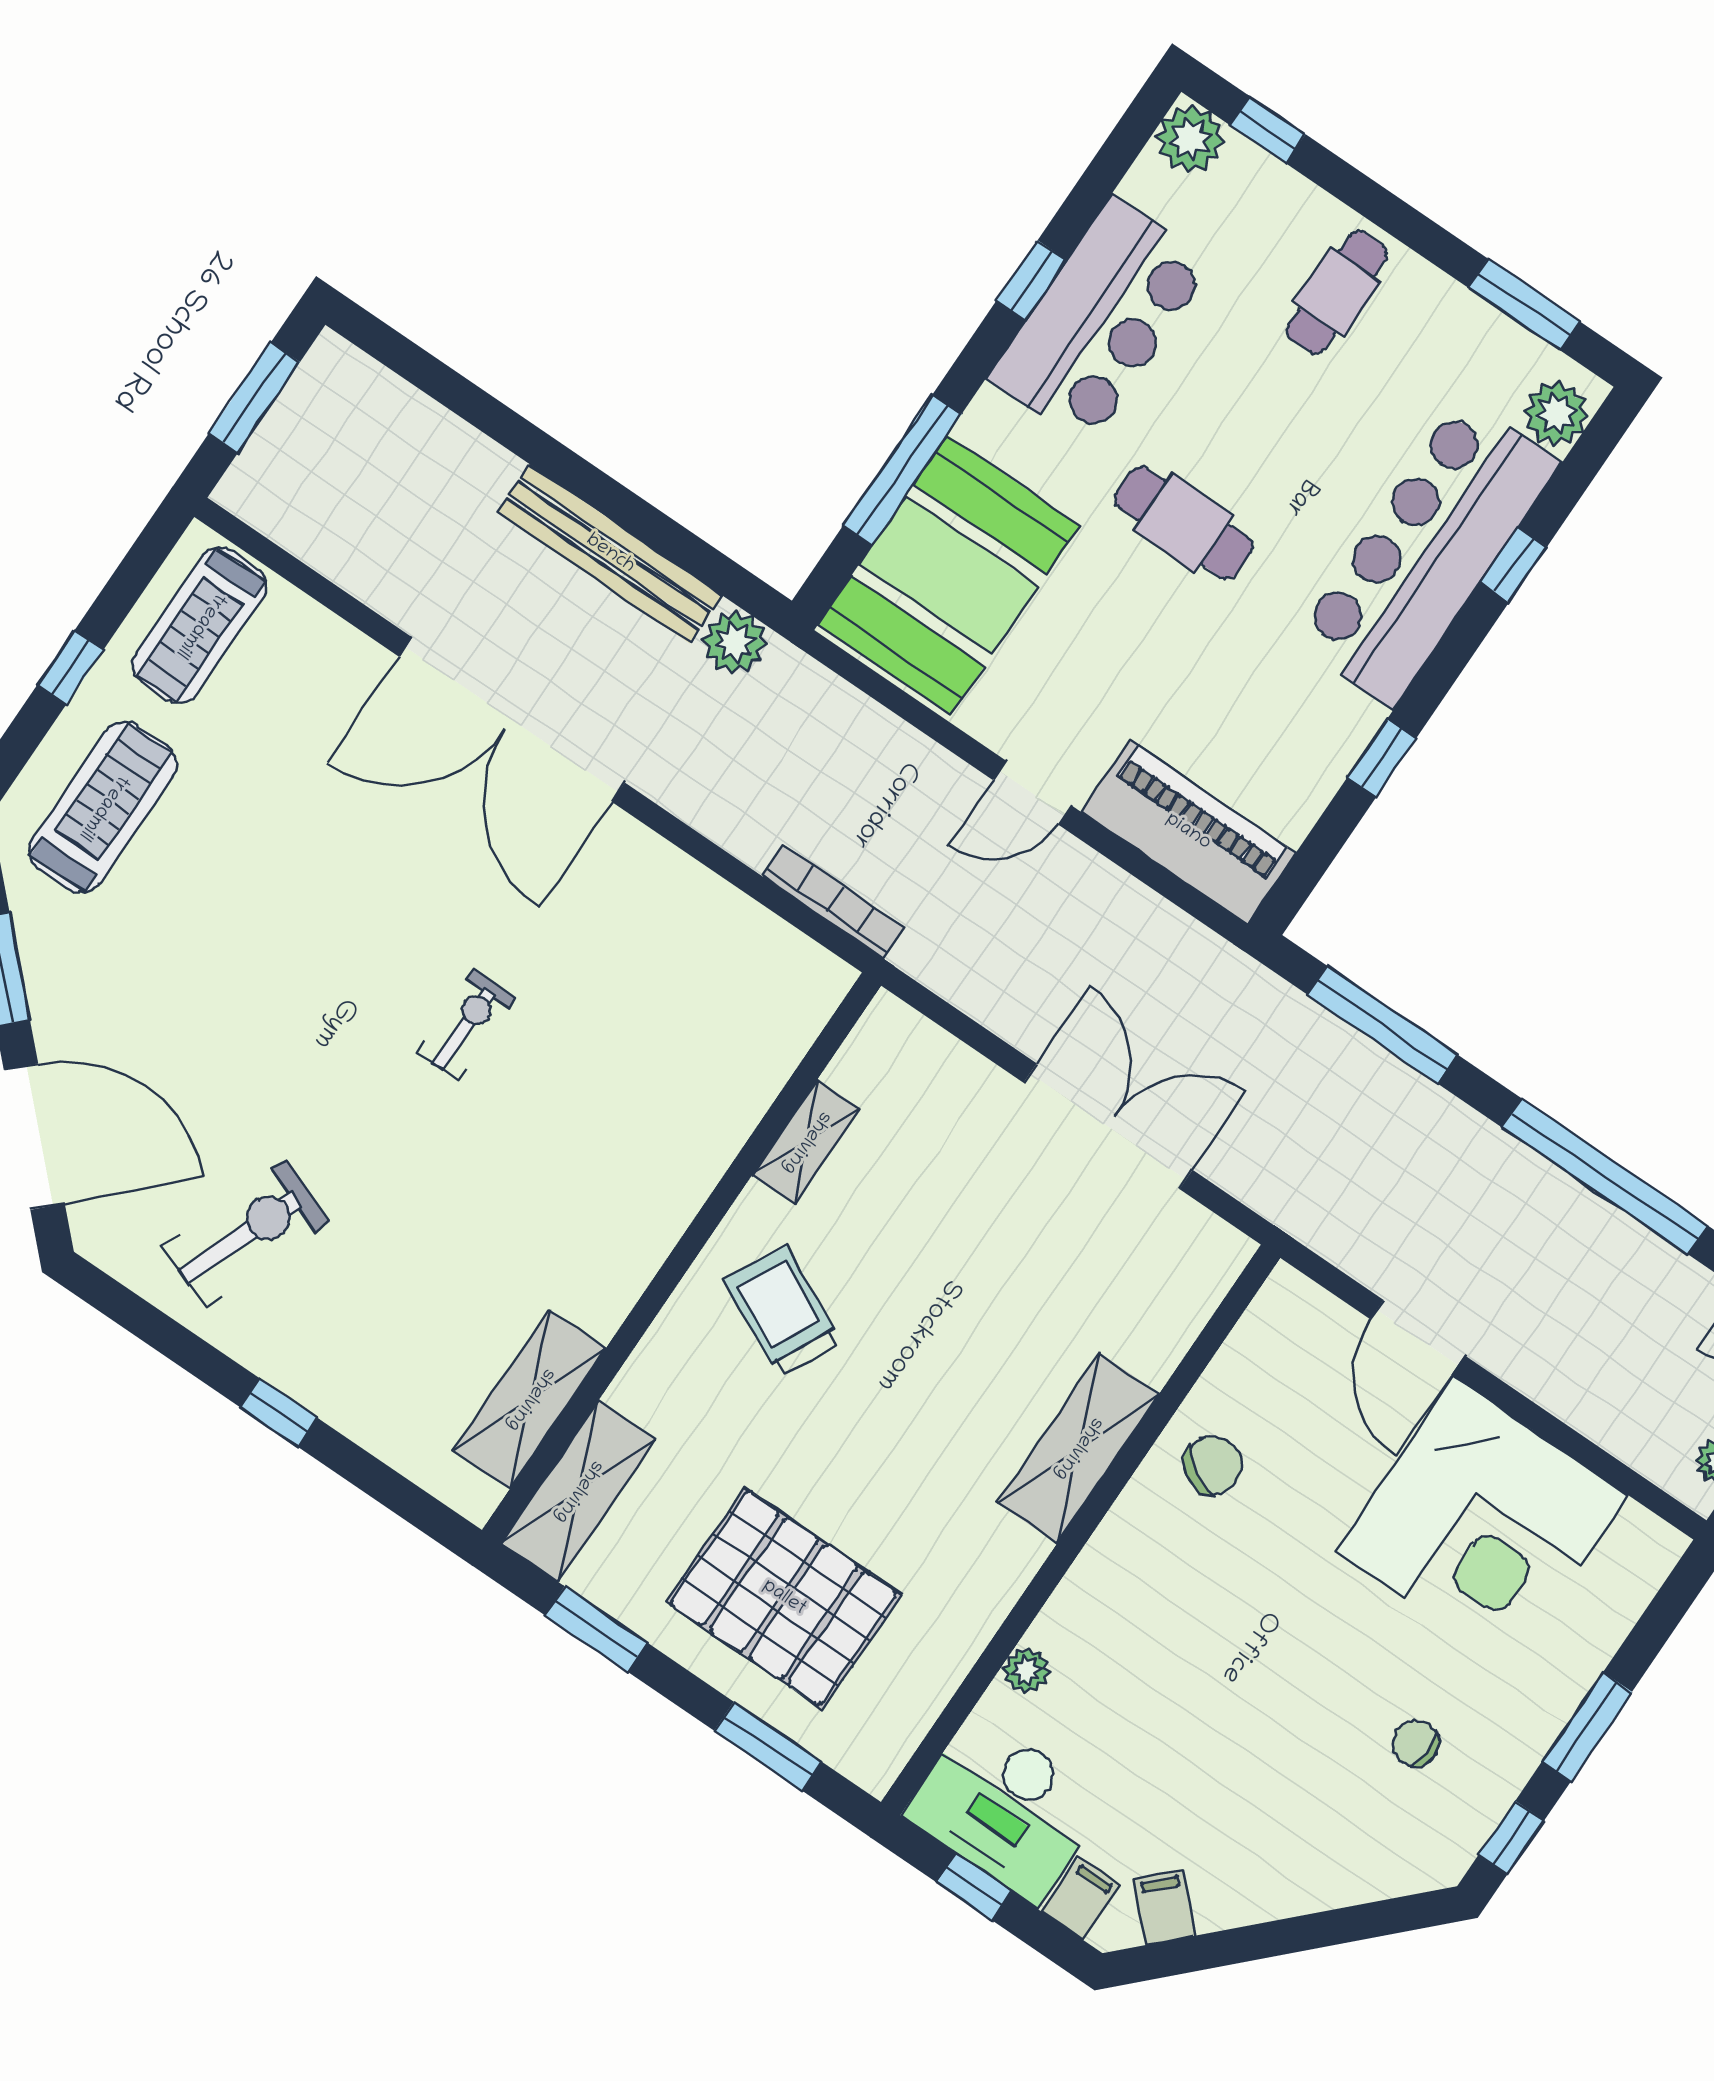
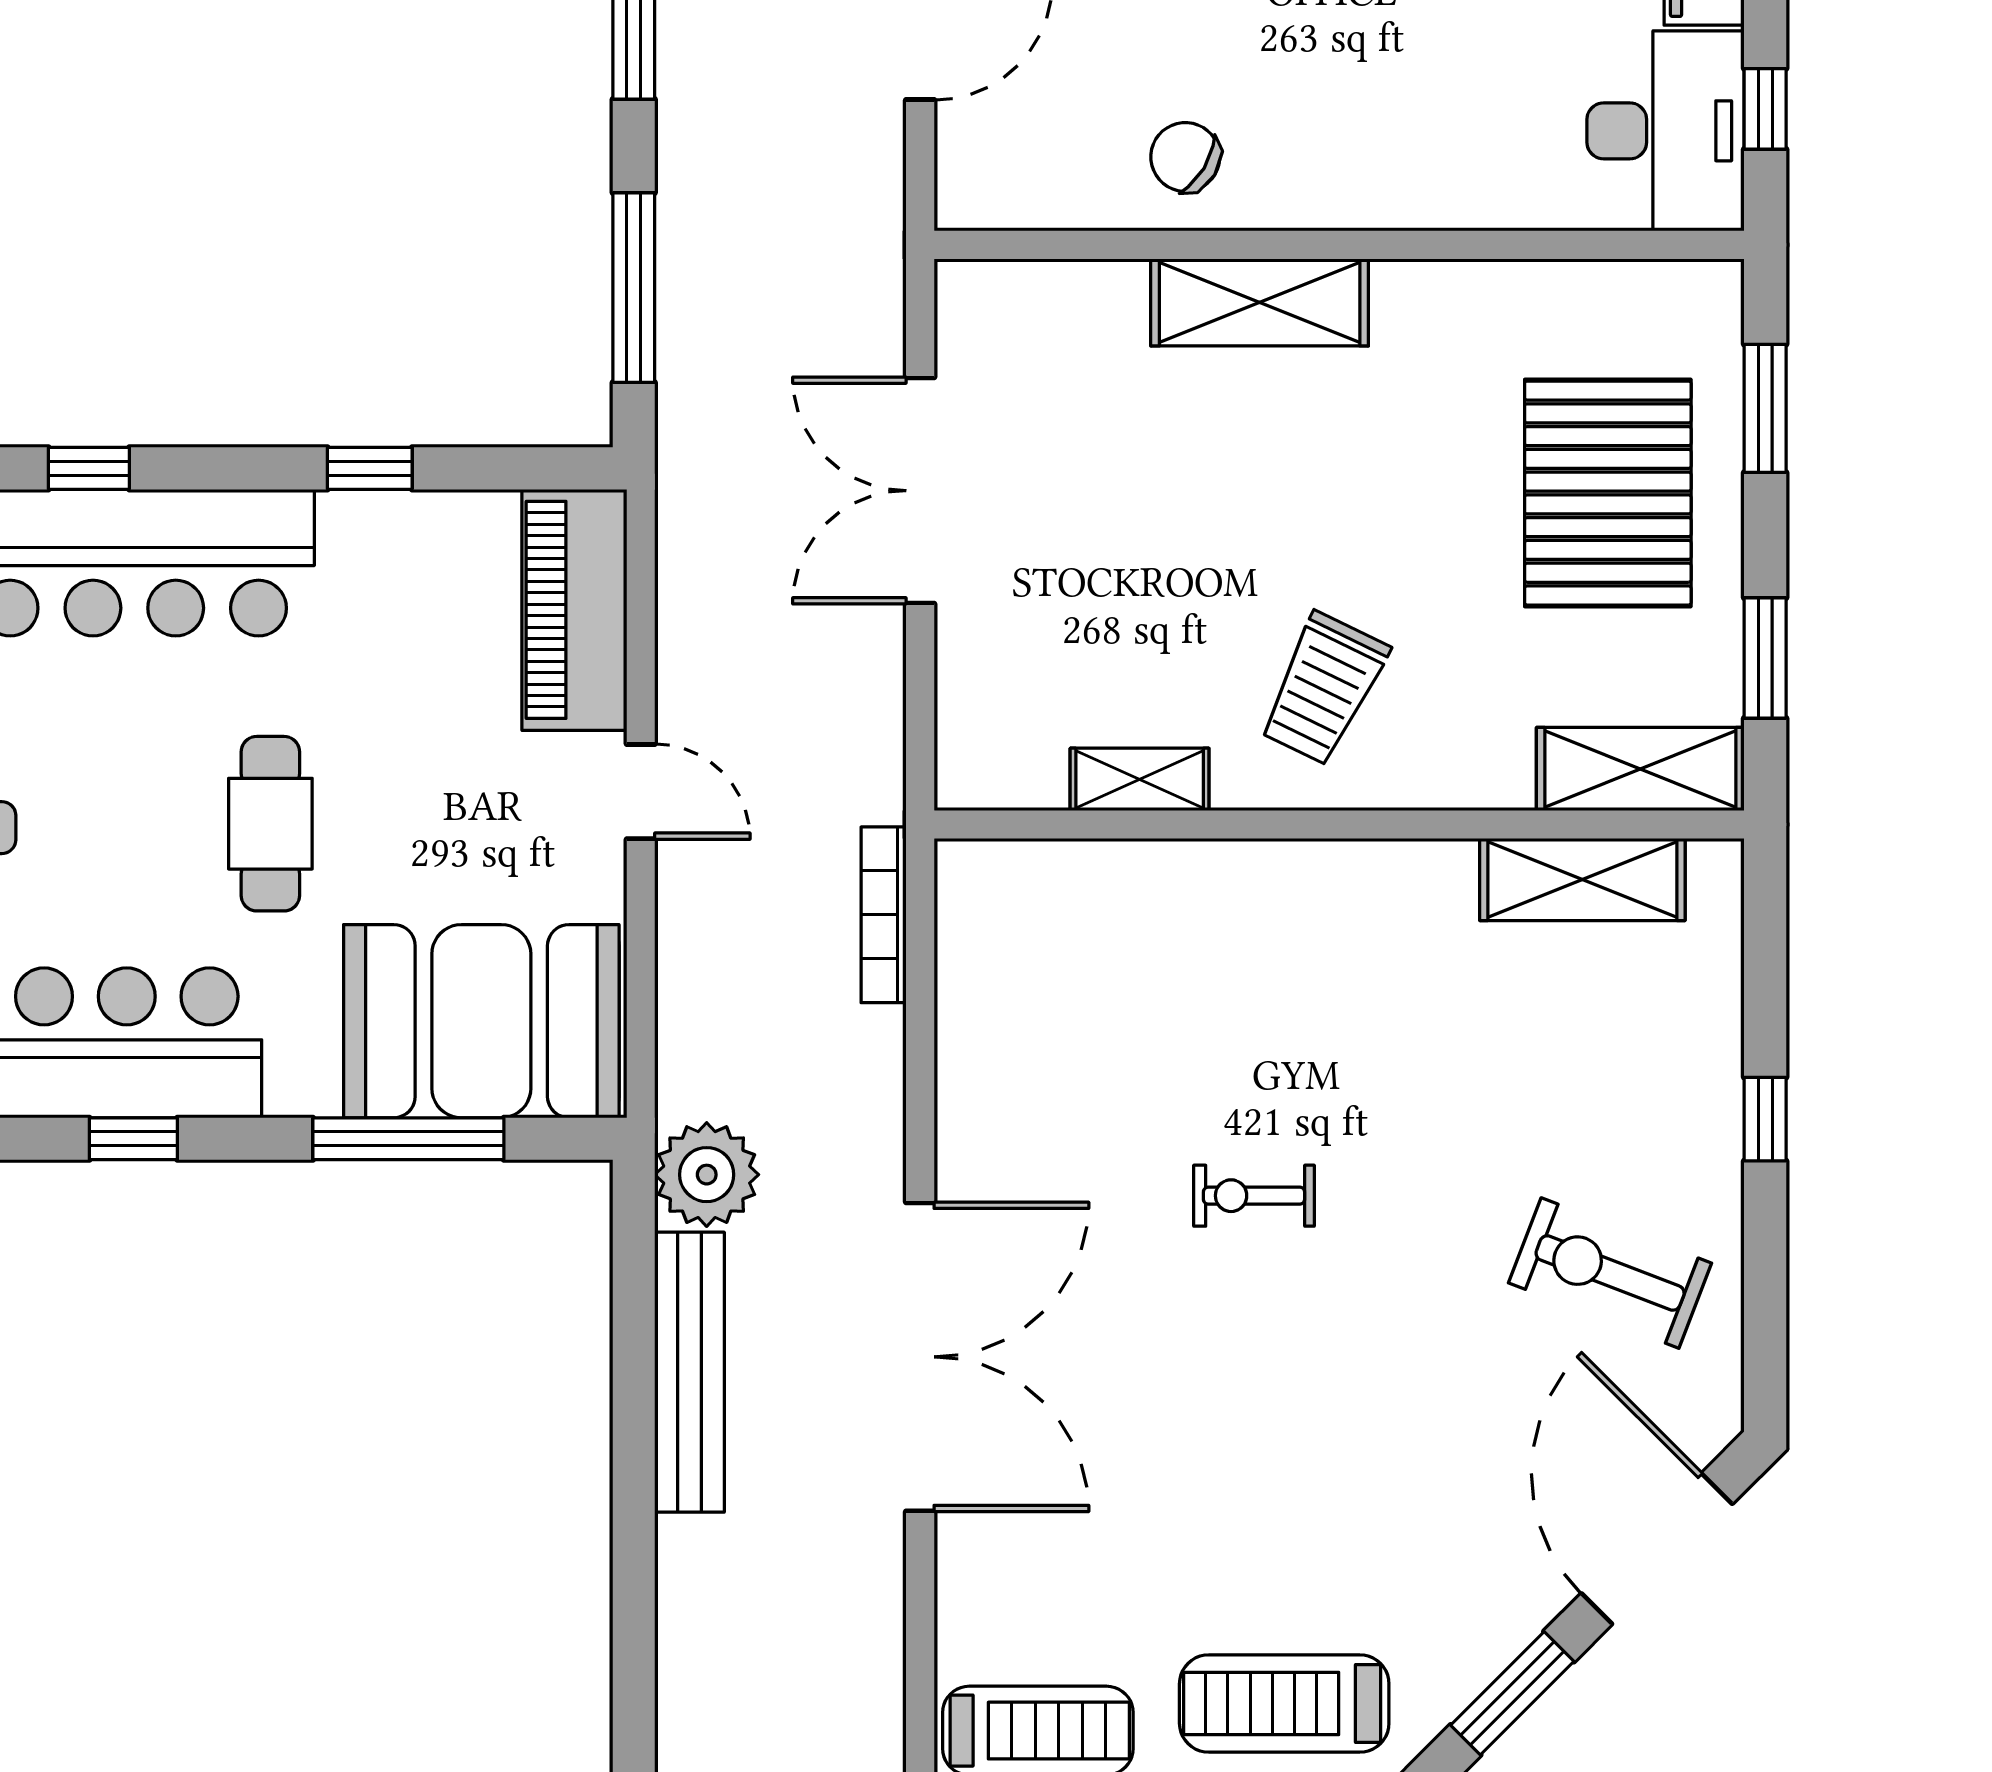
plant: (735, 642) -> (707, 1175), width x1.36, depth x1.36
plant: (1027, 1670) -> (1515, 203), removed

